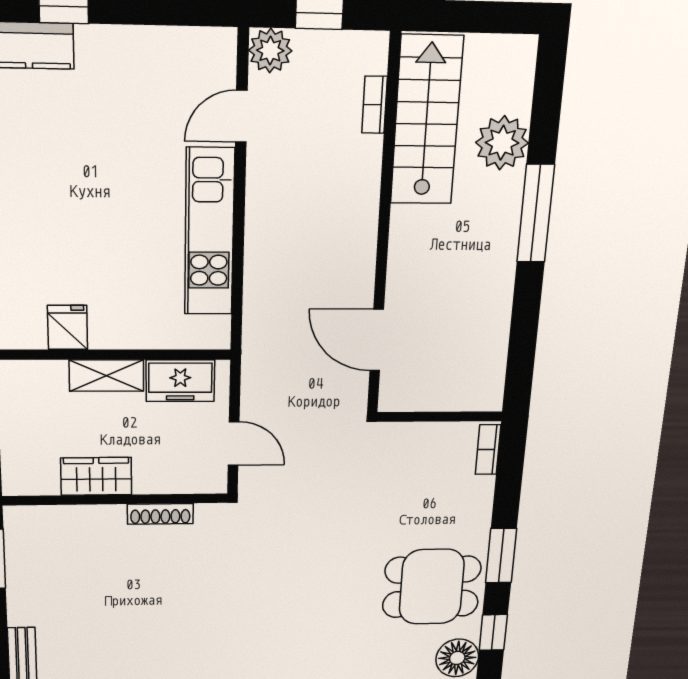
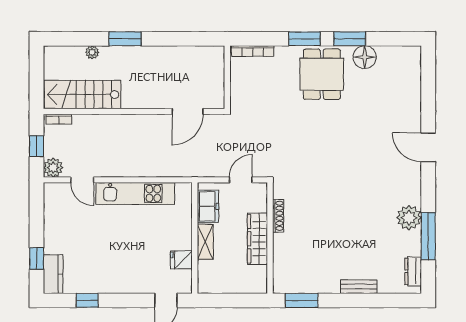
bookcase: (375, 105) -> (59, 119), moved
plant: (502, 143) -> (92, 52), width x0.53, depth x0.53
window: (536, 214) -> (125, 39), width x0.69
bookcase: (488, 450) -> (253, 51), width x1.56
wardrobe: (96, 476) -> (257, 239), width x1.50
window: (493, 632) -> (350, 39), width x1.50

